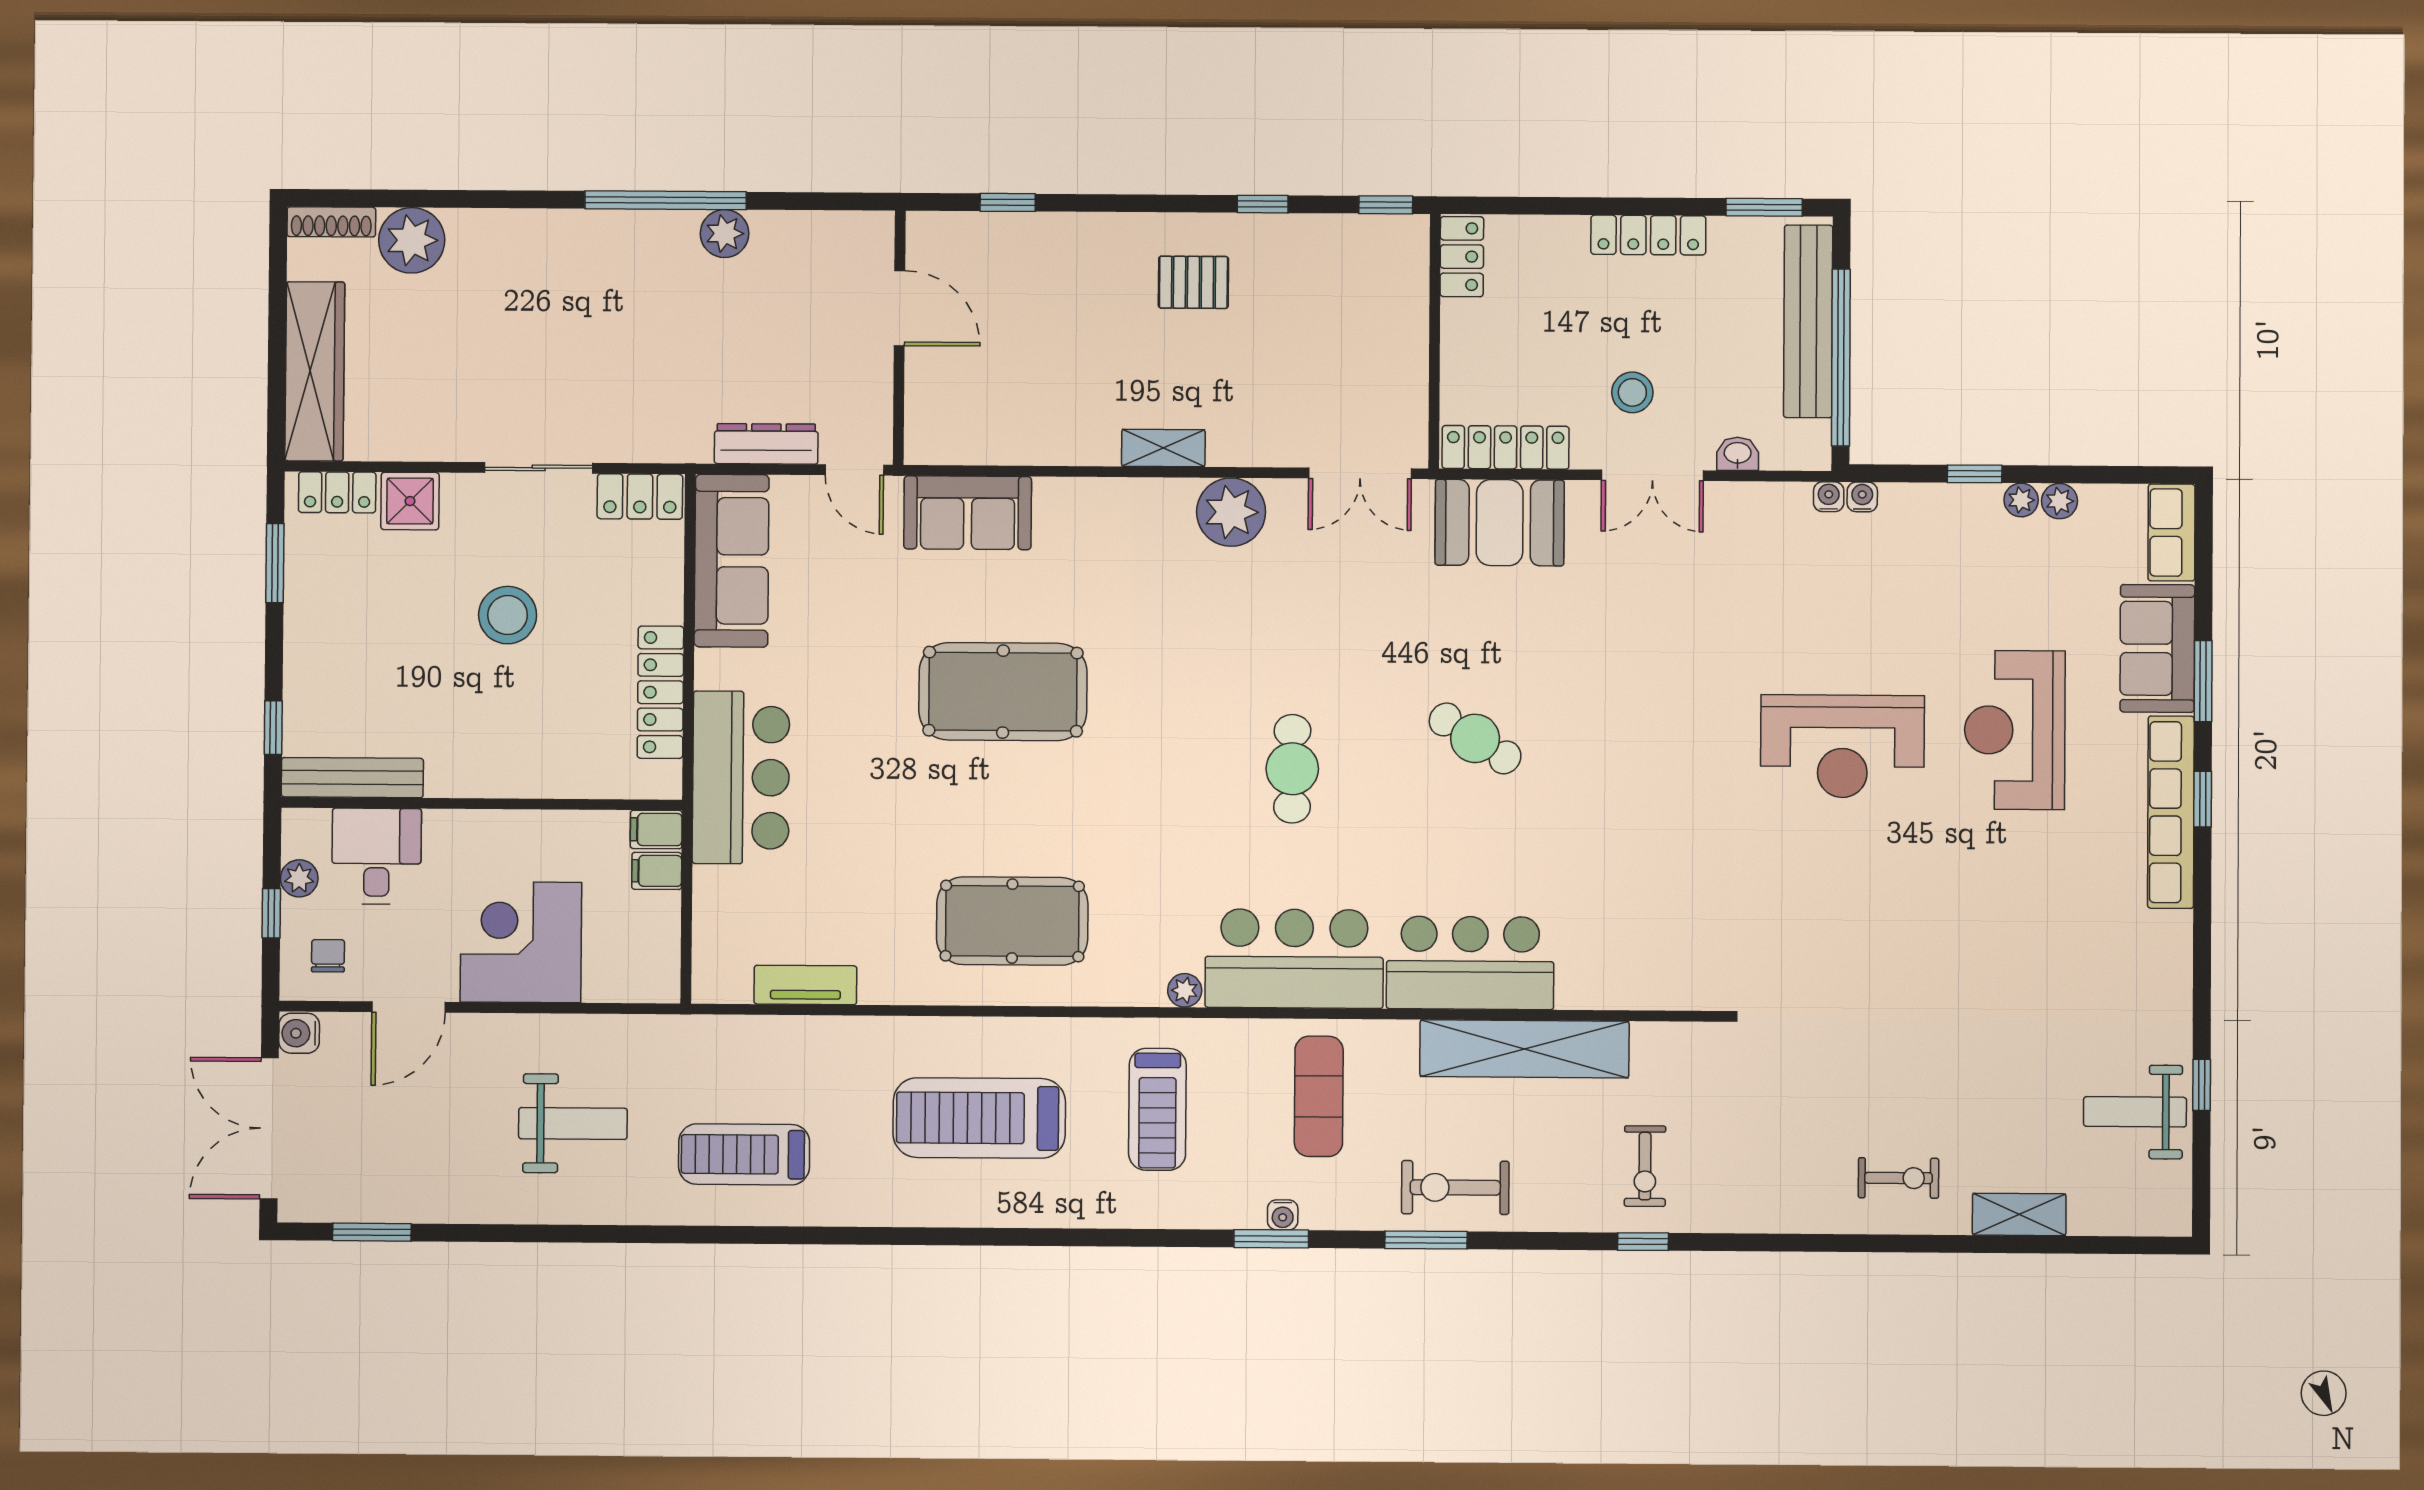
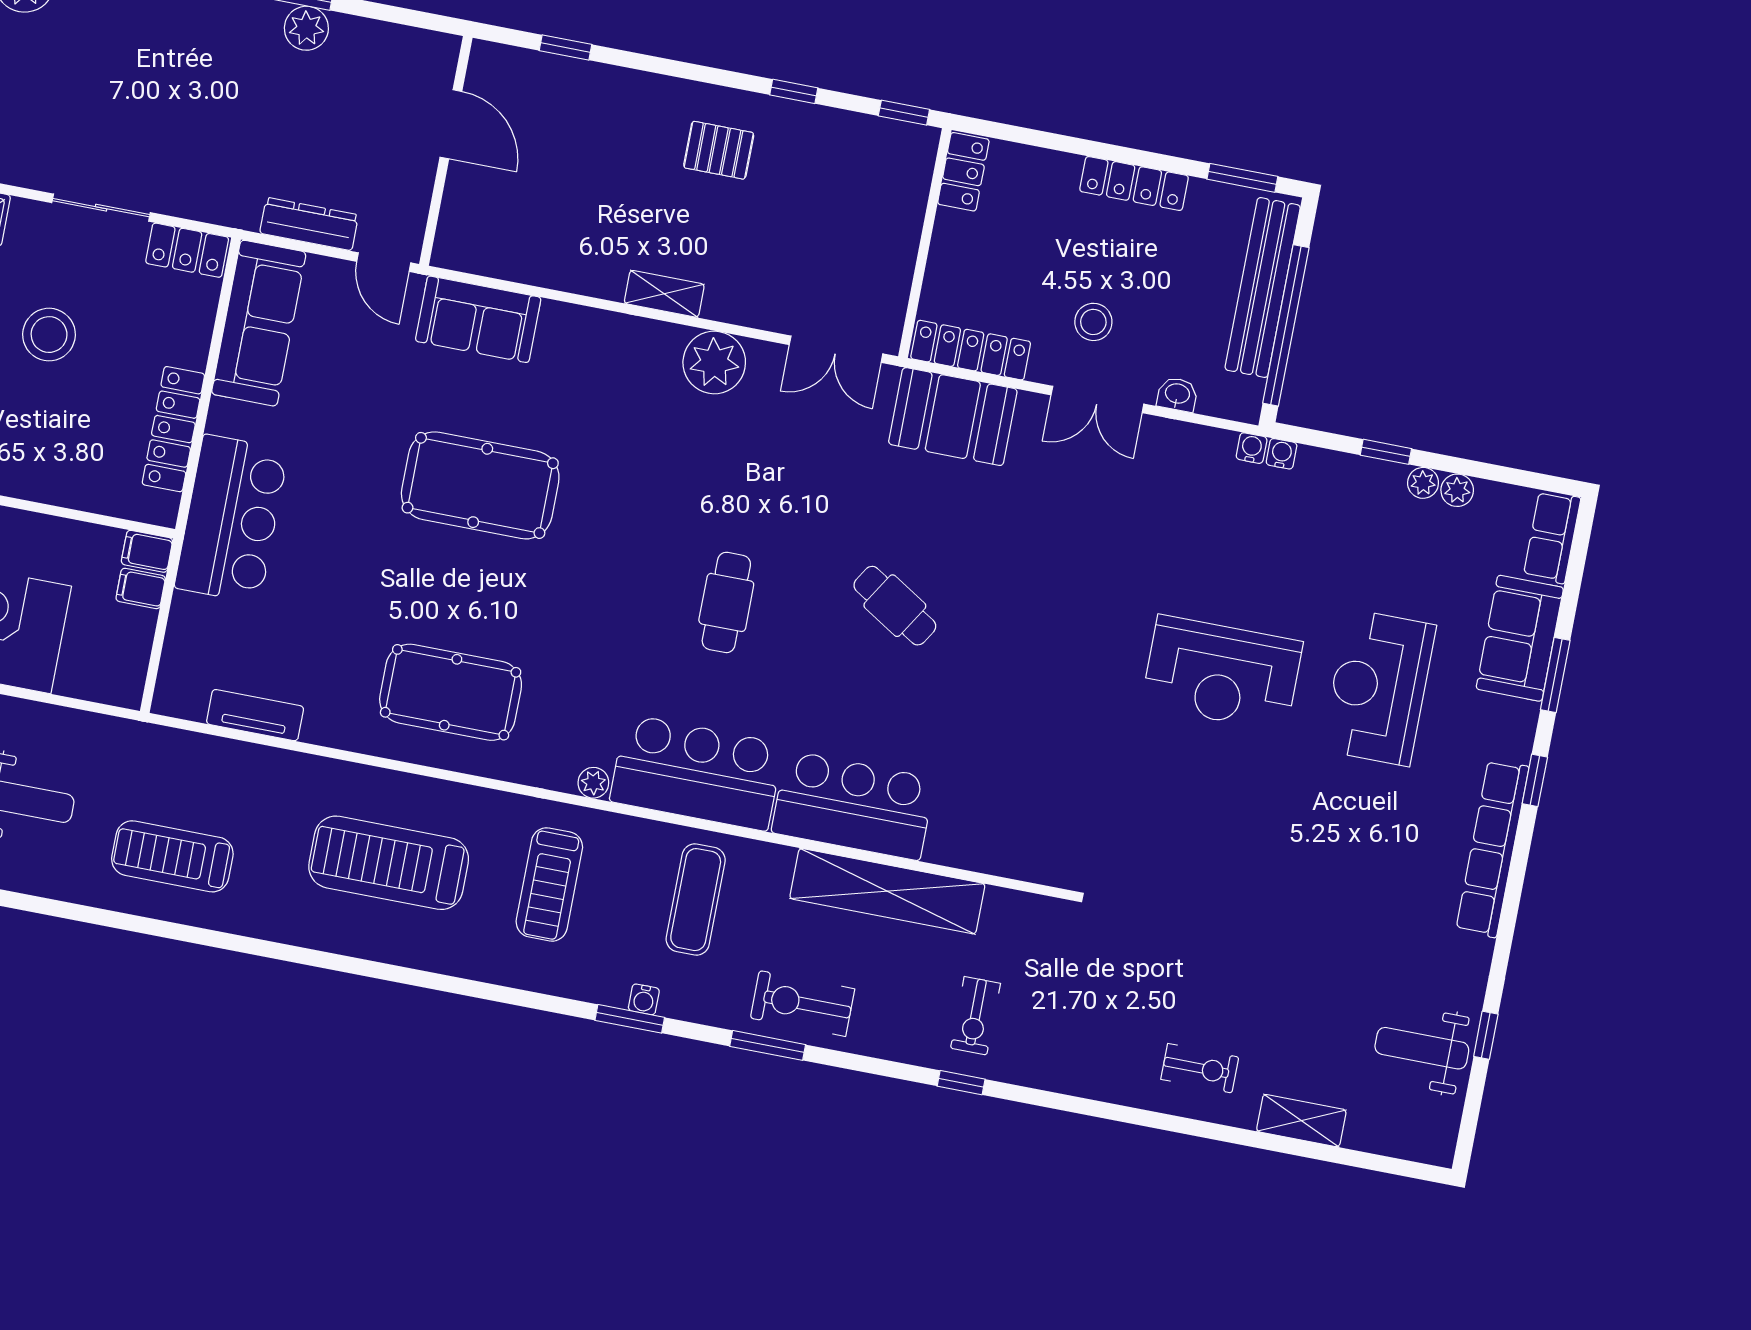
row of seats: (2171, 812) -> (1492, 848), moved

